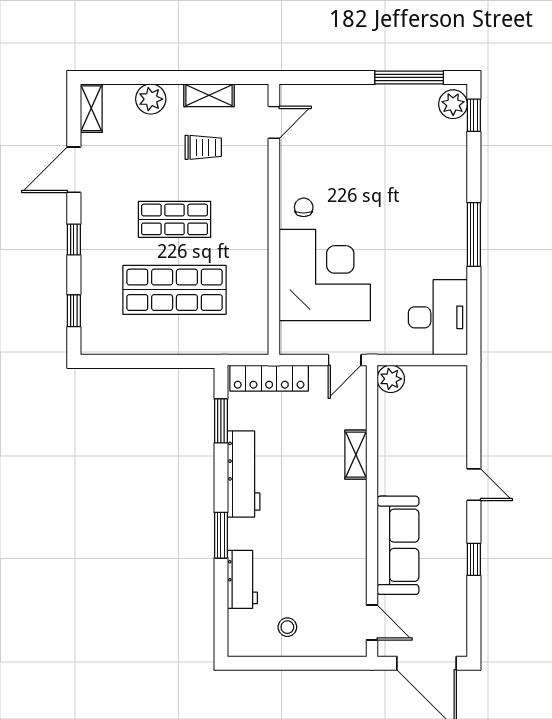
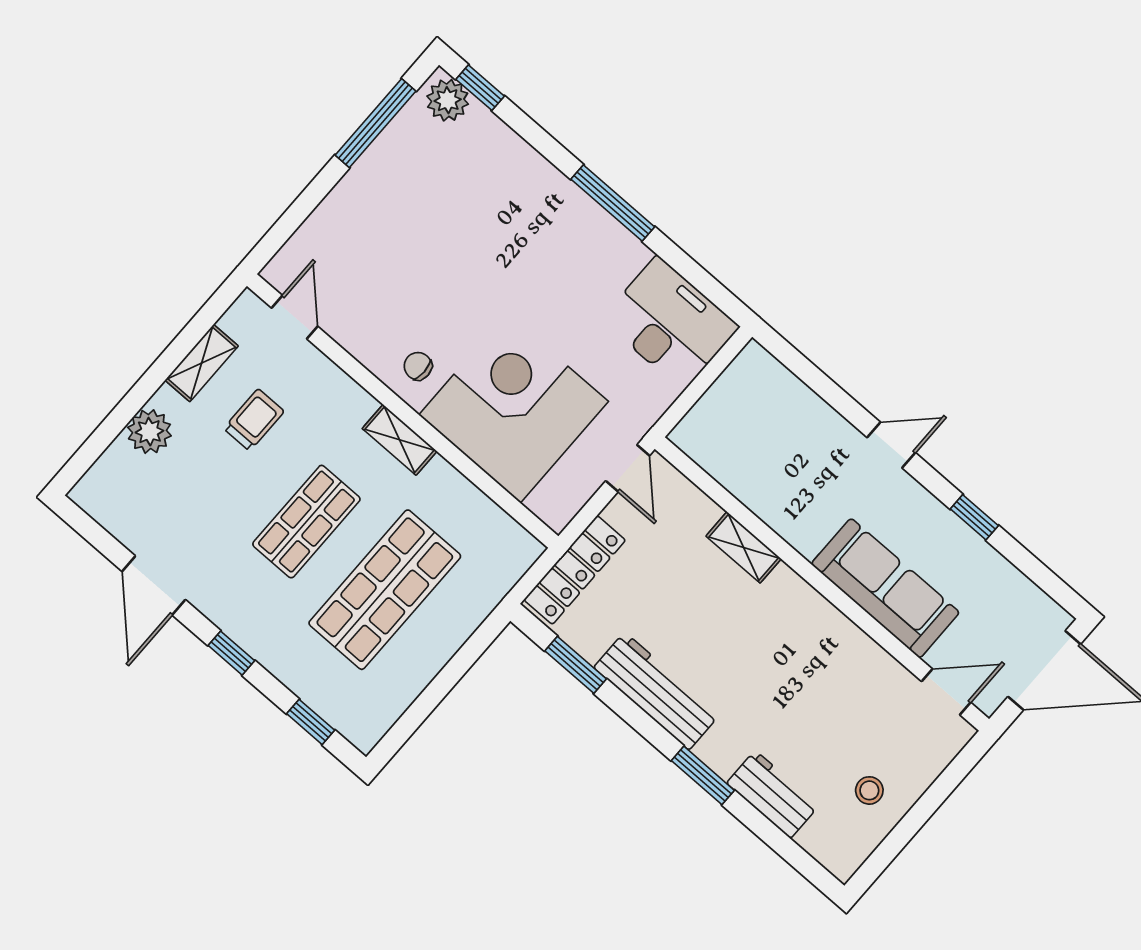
shelving: (91, 108) -> (400, 440), moved
plant: (391, 379) -> (693, 435), removed

